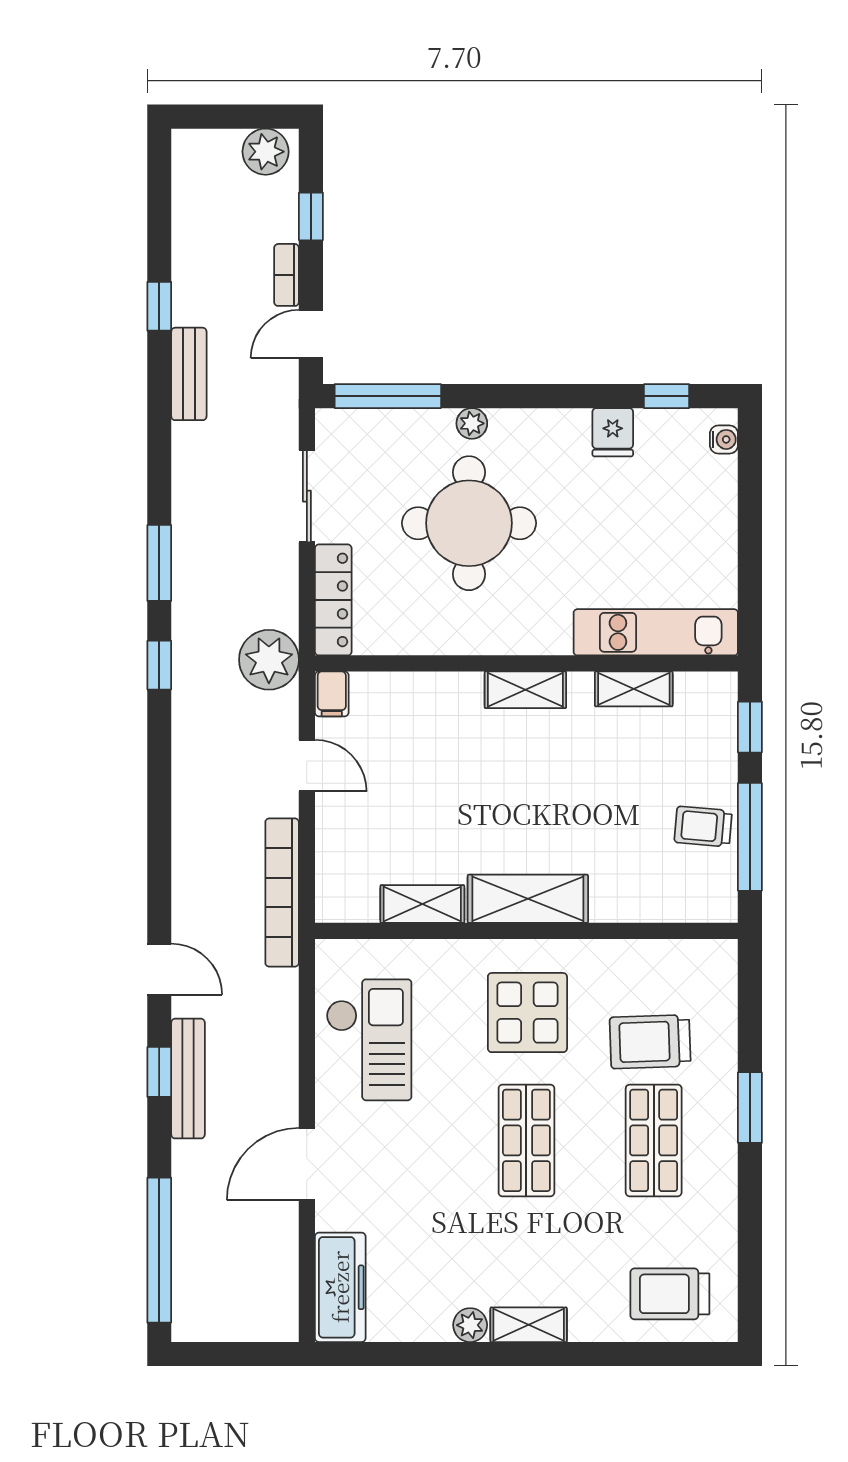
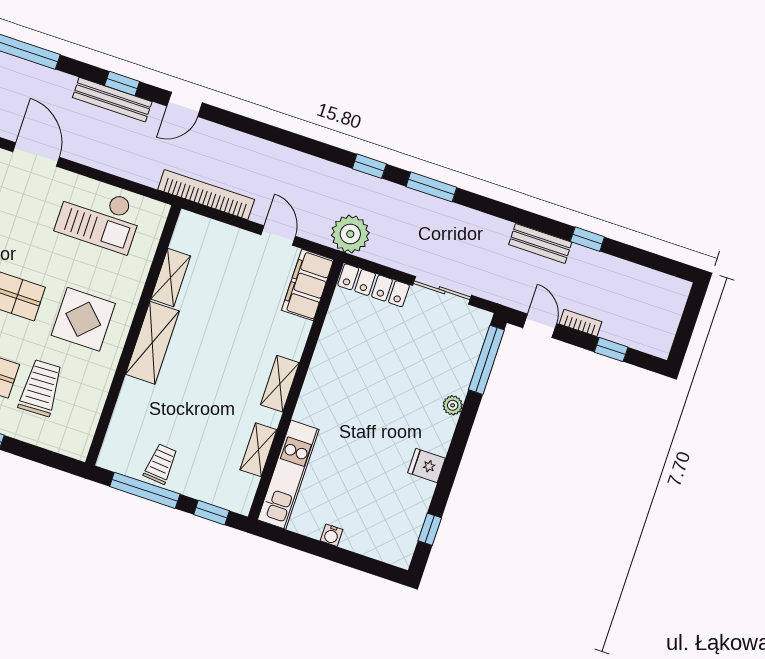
plant: (266, 152) -> (660, 335), removed
fridge: (613, 432) -> (427, 466), moved
water cooler: (724, 439) -> (331, 535), moved
round table: (469, 523) -> (393, 383), removed
filing cabinet: (332, 694) -> (308, 285), width x3.00, depth x1.17
door: (307, 766) -> (278, 236), swing flipped

